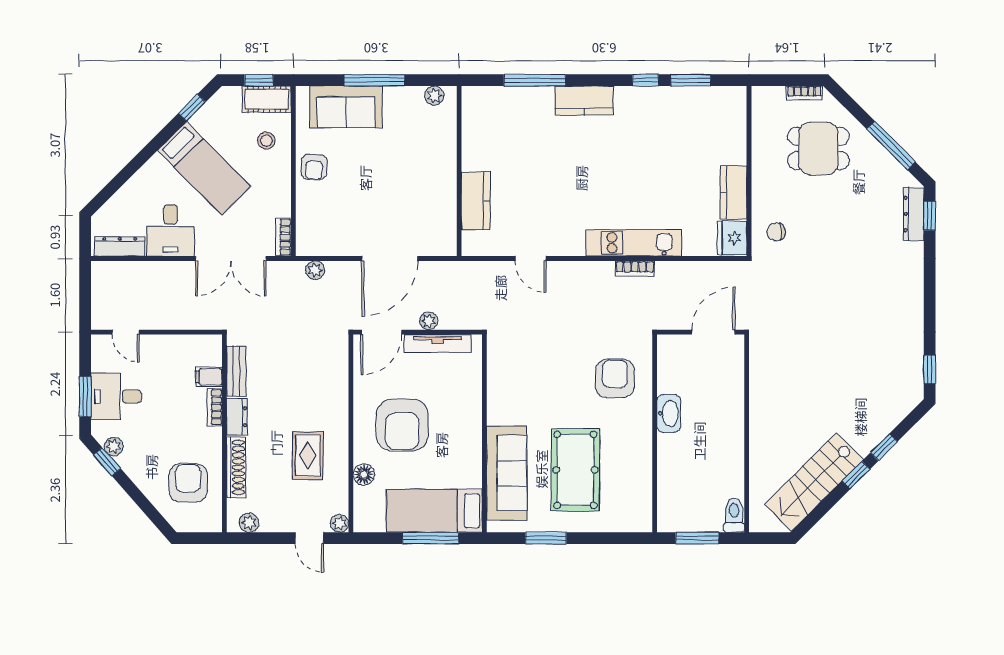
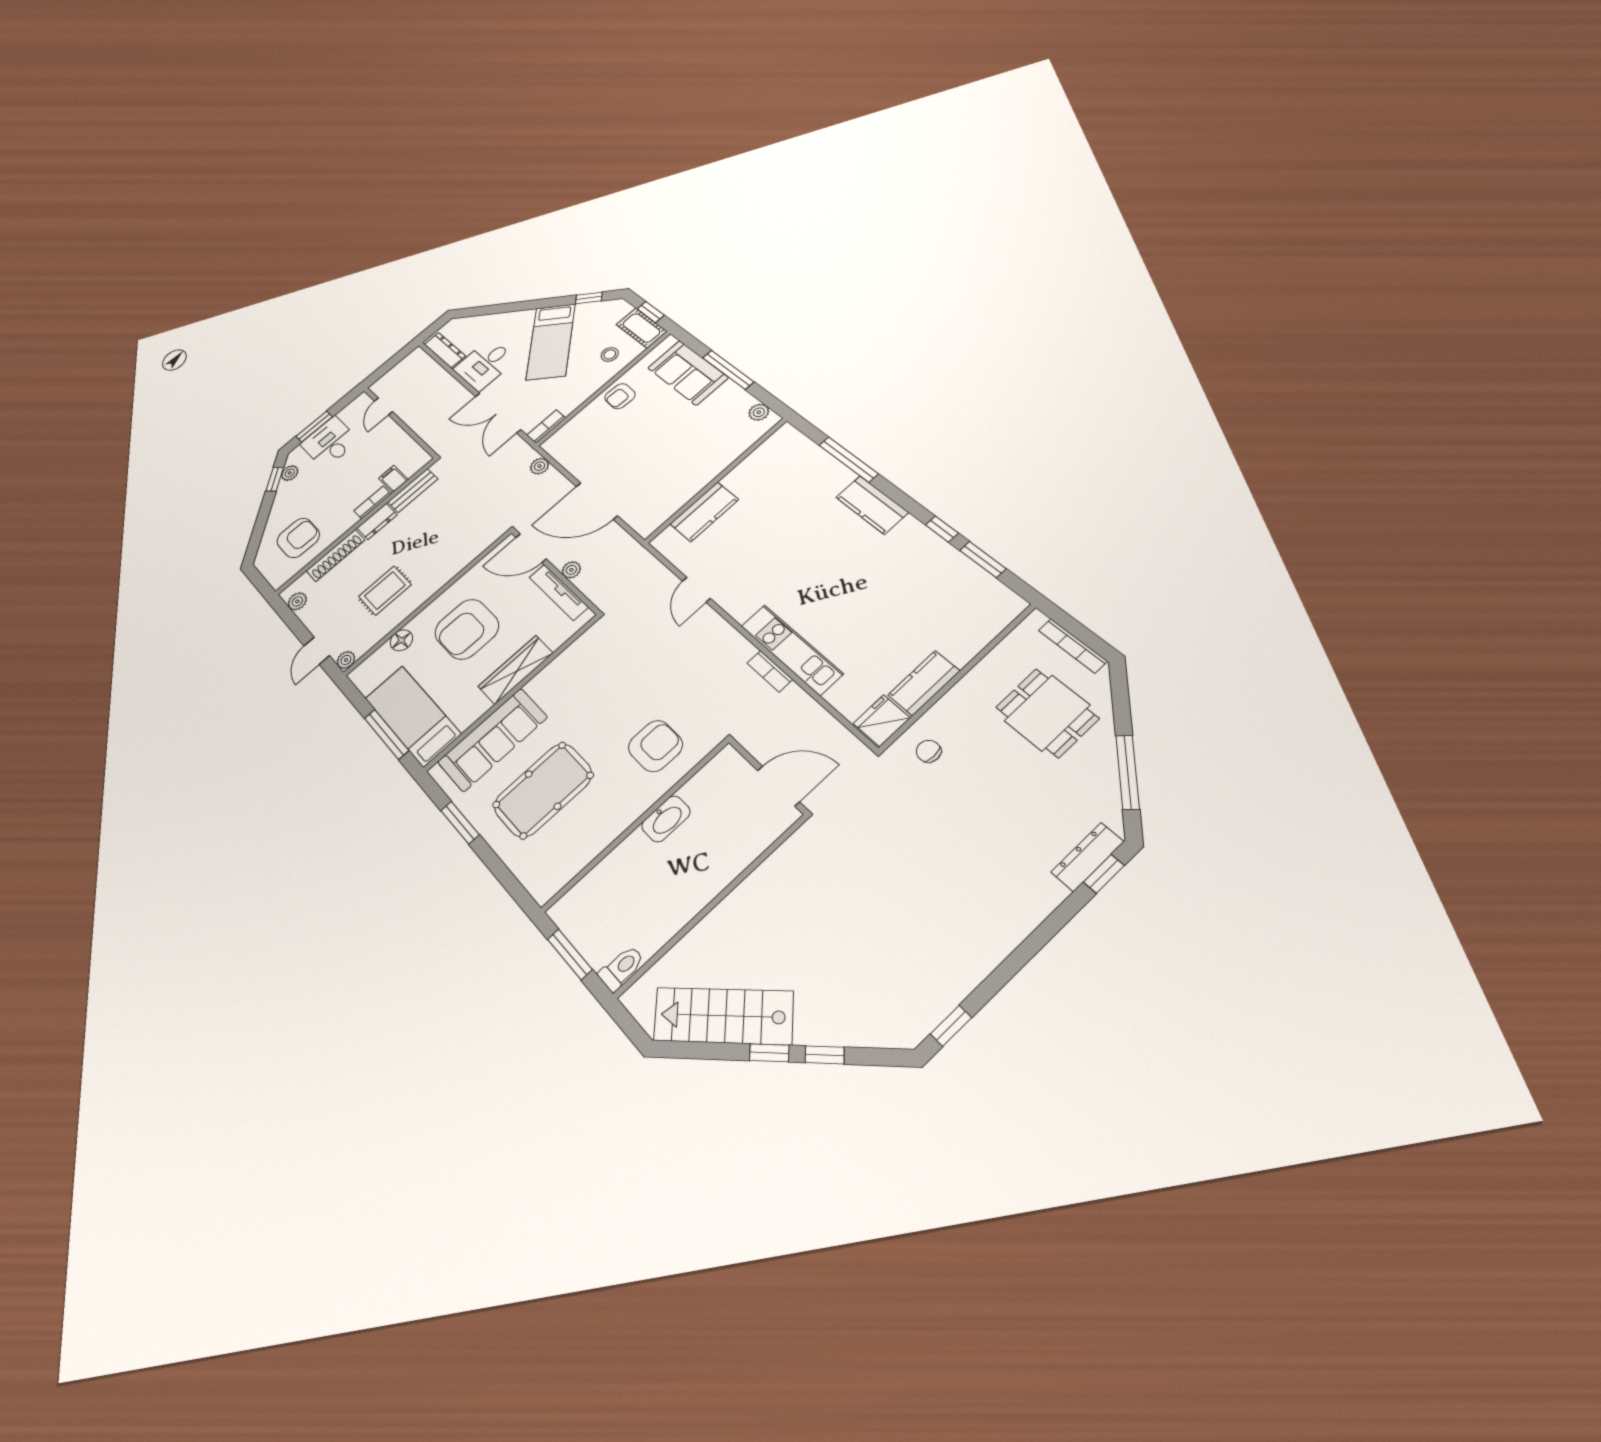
bookcase: (804, 93) -> (1073, 646), width x1.56
wardrobe: (469, 418) -> (516, 670), added

